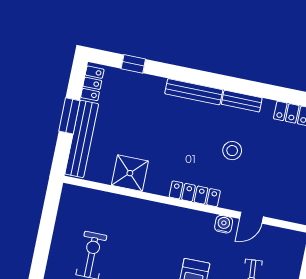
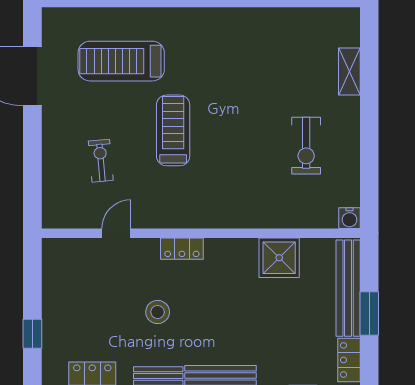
locker: (195, 194) -> (182, 249), width x0.66
water cooler: (224, 224) -> (349, 218), moved

